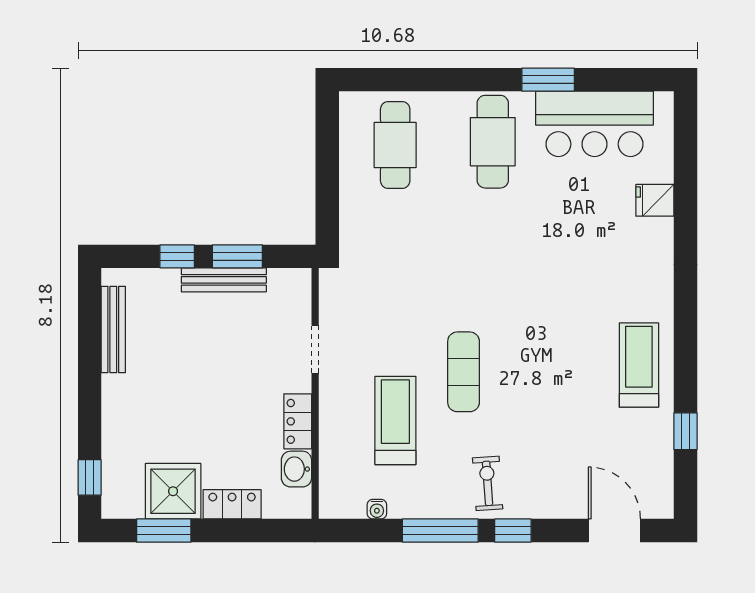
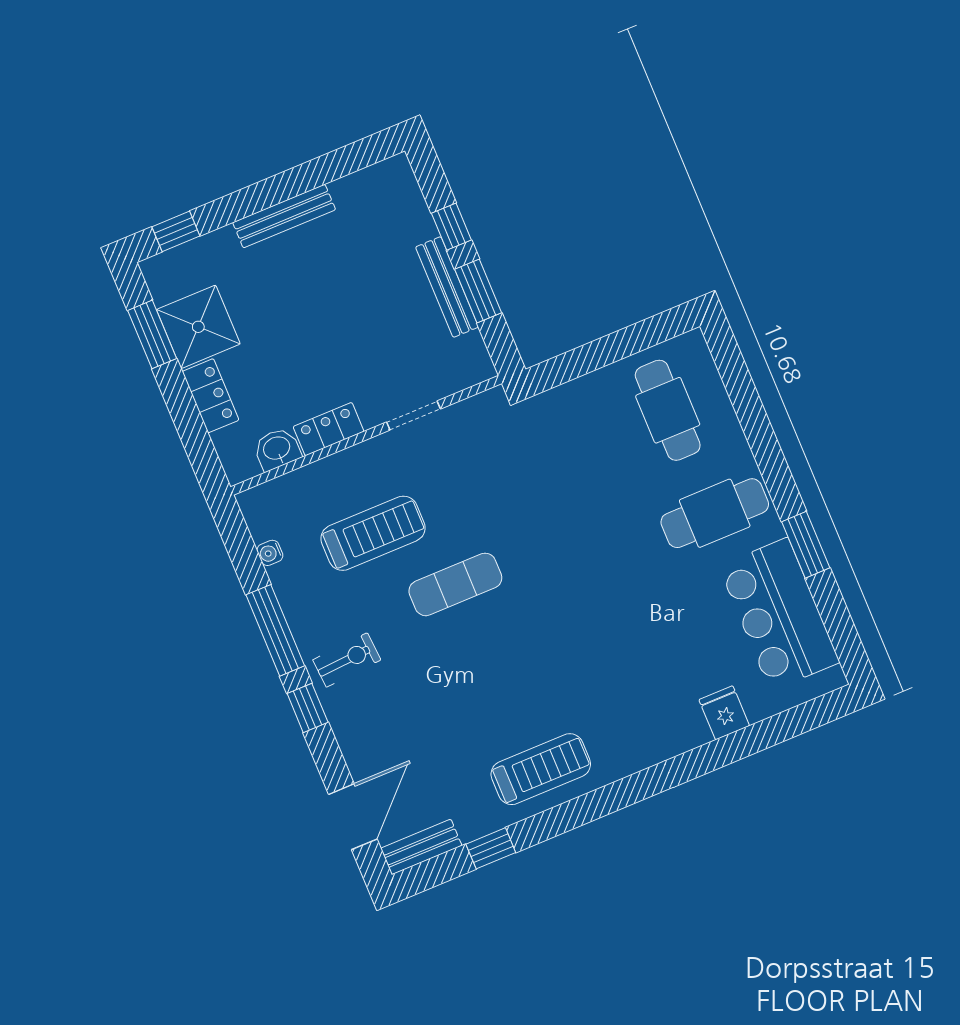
cafe table: (395, 145) -> (668, 410), turned 90
bench: (113, 329) -> (284, 216), moved
bench: (661, 486) -> (421, 847), added

